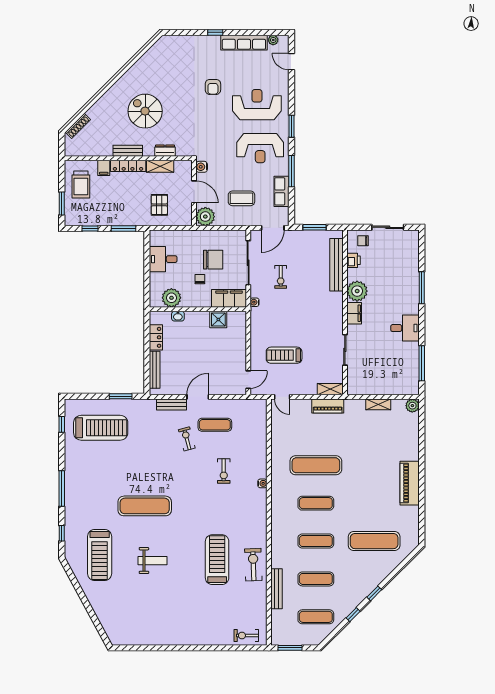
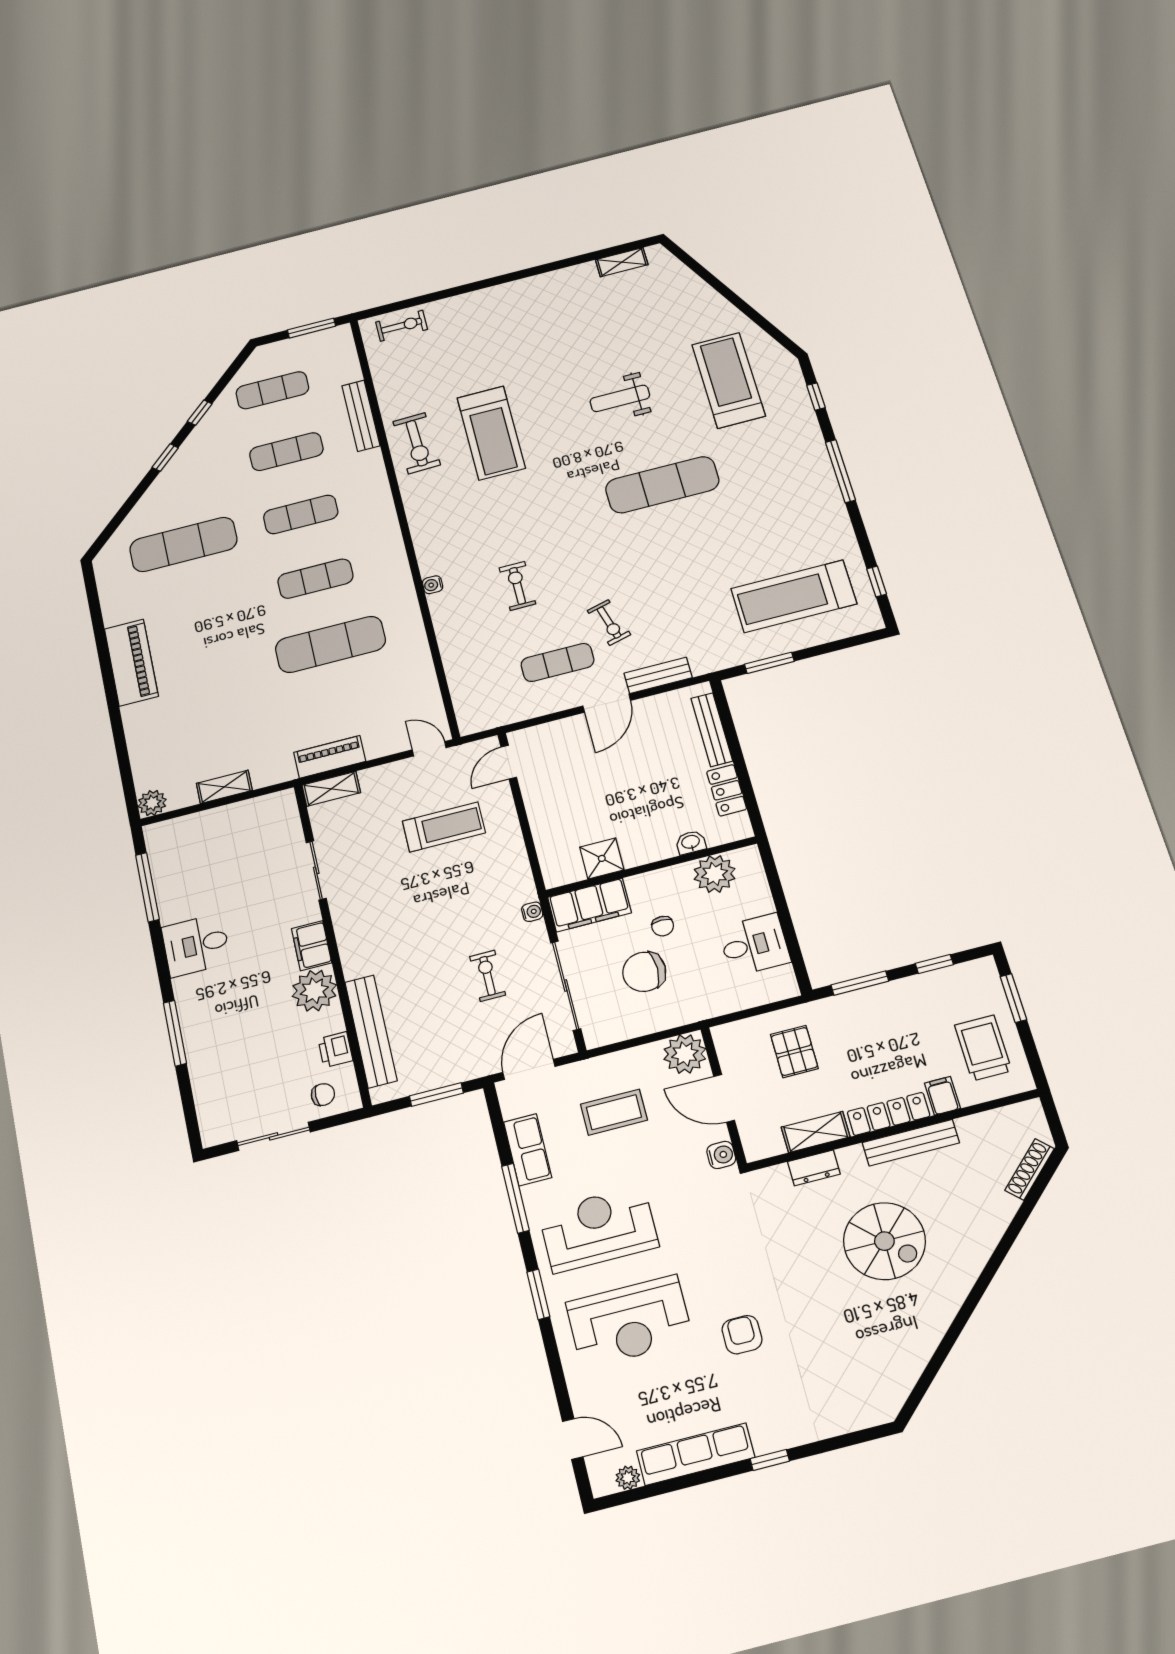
bench: (128, 151) -> (911, 1143), width x1.36
shelving: (133, 640) -> (622, 262), added

